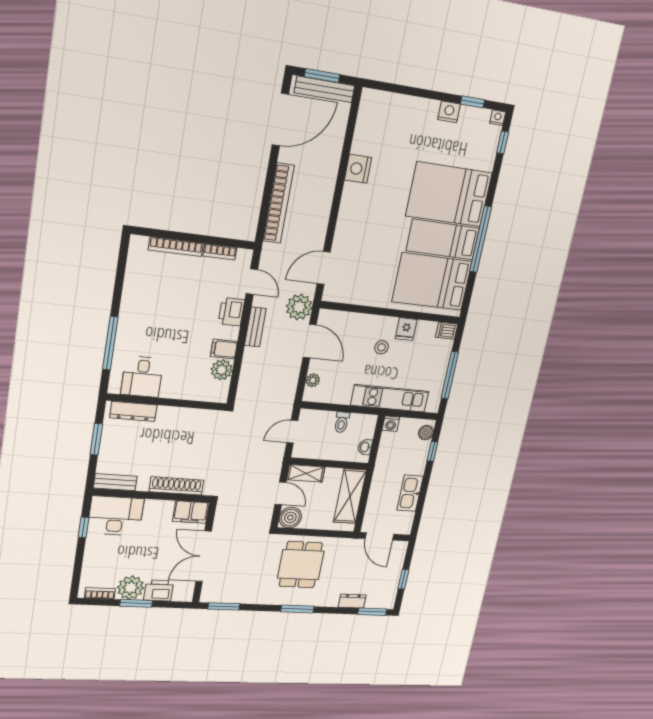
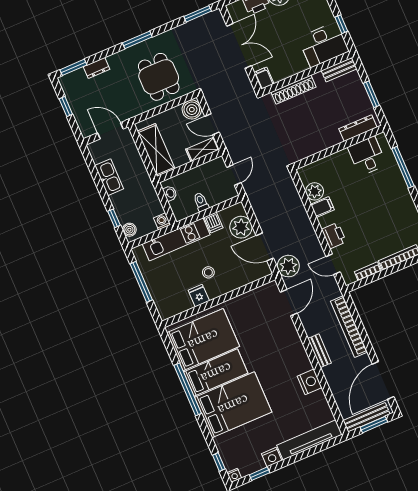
tv unit: (399, 105) -> (309, 440), added
bench: (255, 327) -> (320, 351), moved
dishwasher: (447, 331) -> (213, 222), moved, turned 90
plant: (313, 380) -> (241, 227), width x1.88, depth x1.88
filing cabinet: (191, 512) -> (264, 78), width x0.50

